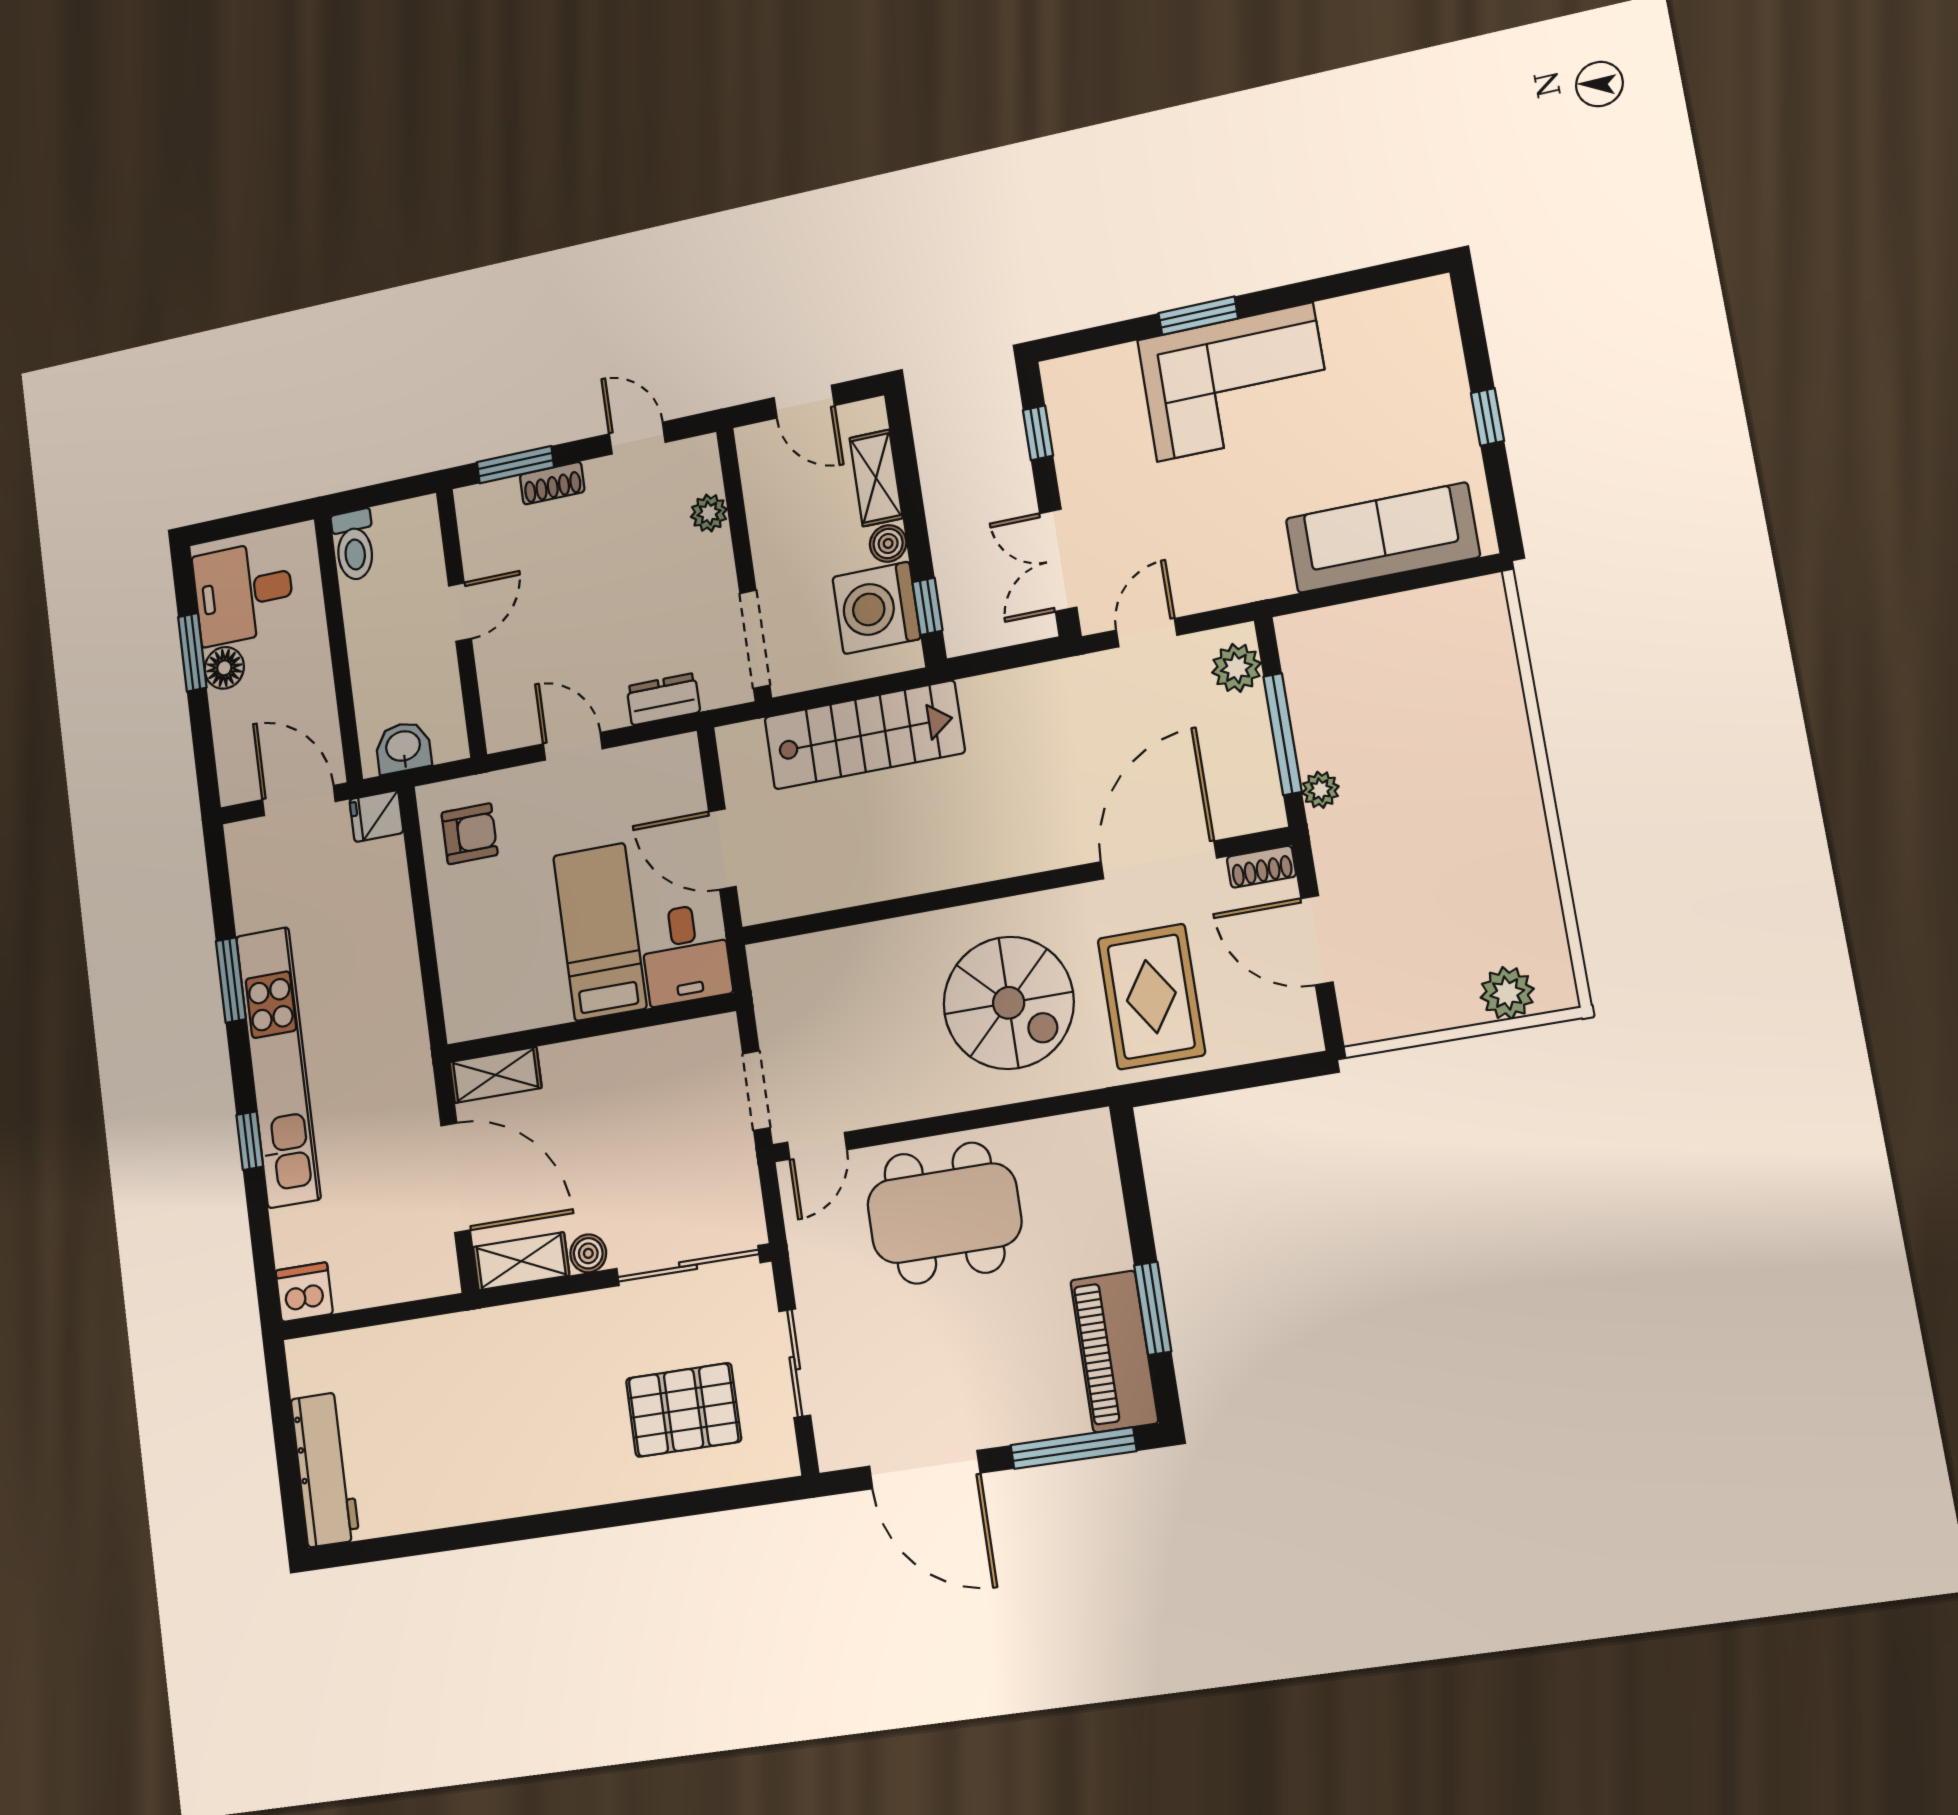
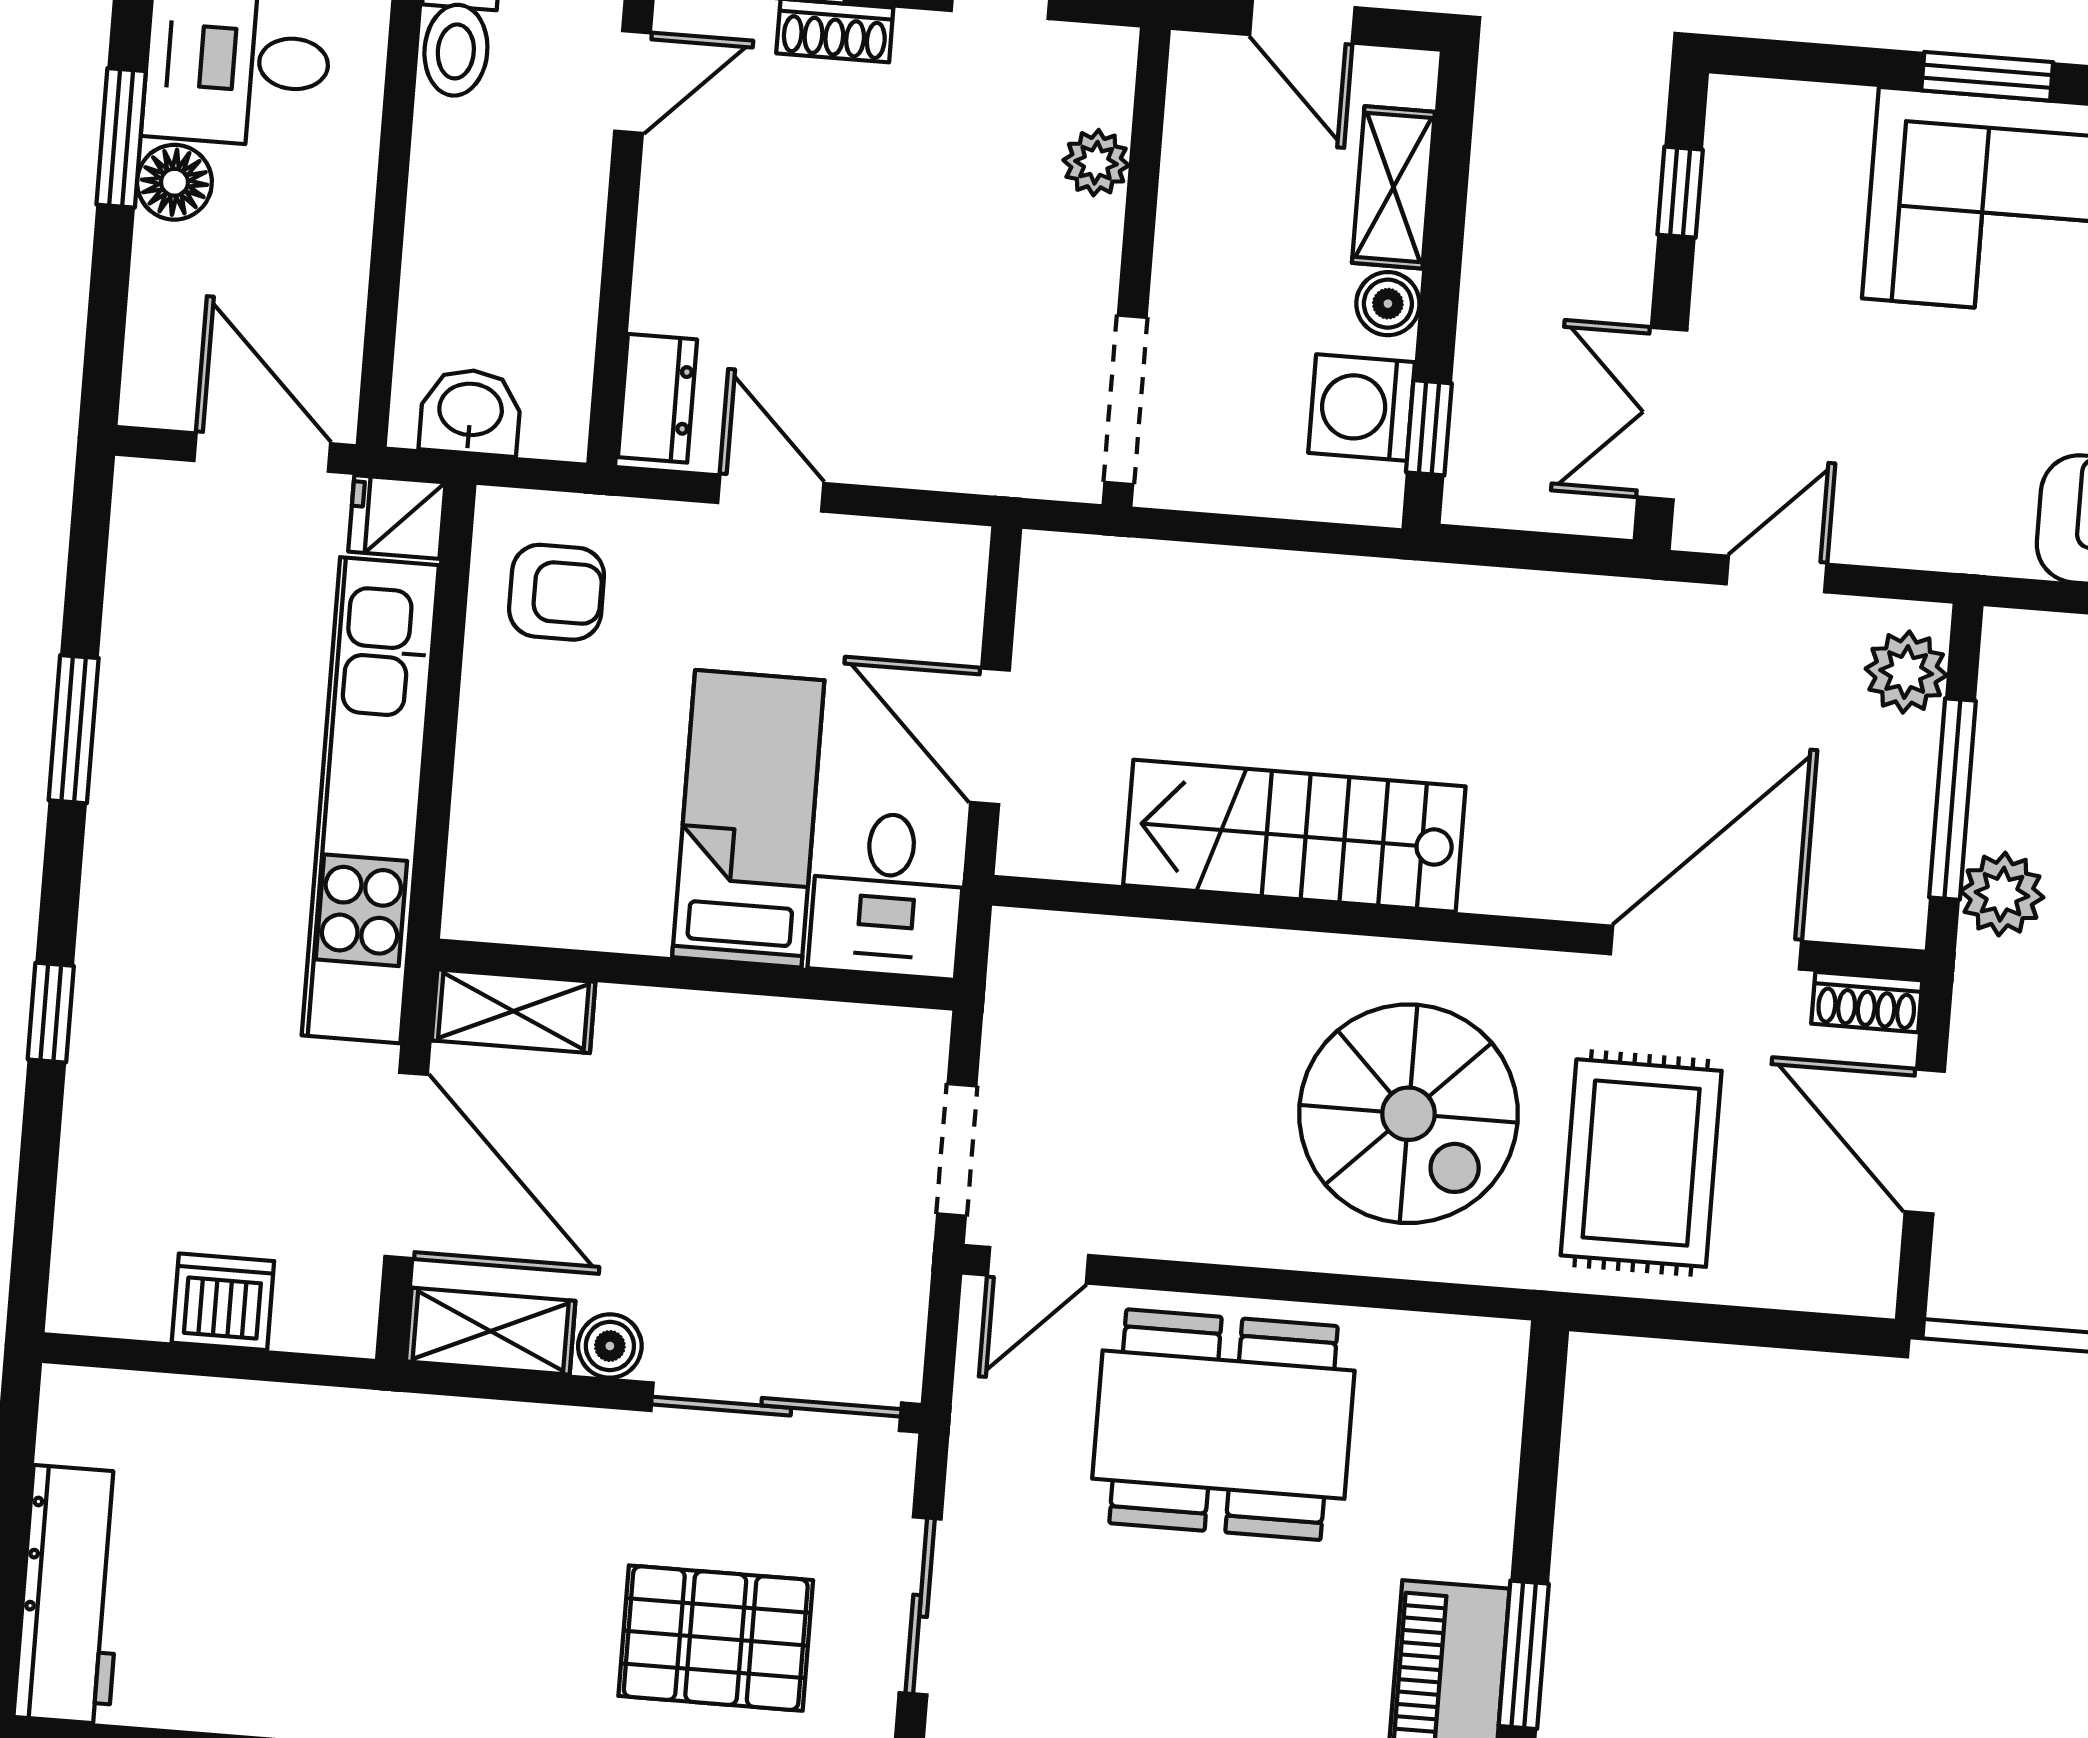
washing machine: (876, 608) -> (1362, 407), width x0.73, depth x0.73
door: (460, 612) -> (633, 82), moved
dresser: (663, 699) -> (657, 398), moved, turned 90
stairs: (864, 735) -> (1294, 836), moved, turned 180
plant: (1320, 790) -> (2002, 894), width x1.38, depth x1.38
kitchen unit: (278, 1067) -> (370, 800), moved, turned 180
dishwasher: (304, 1292) -> (223, 1302), moved

